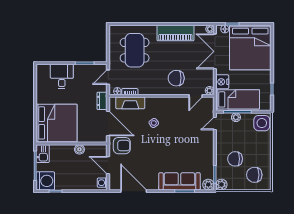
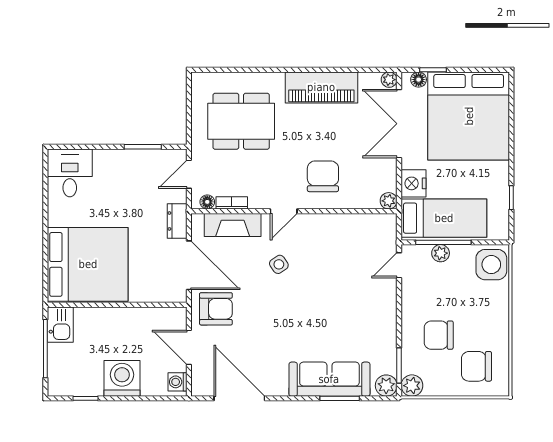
dining table: (135, 50) -> (241, 121), turned 90
desk: (62, 76) -> (70, 173), moved
chair: (176, 78) -> (323, 176), turned 90
door: (196, 96) -> (284, 211), moved
boiler: (79, 149) -> (133, 316), removed
washing machine: (45, 181) -> (122, 378), moved, turned -90

